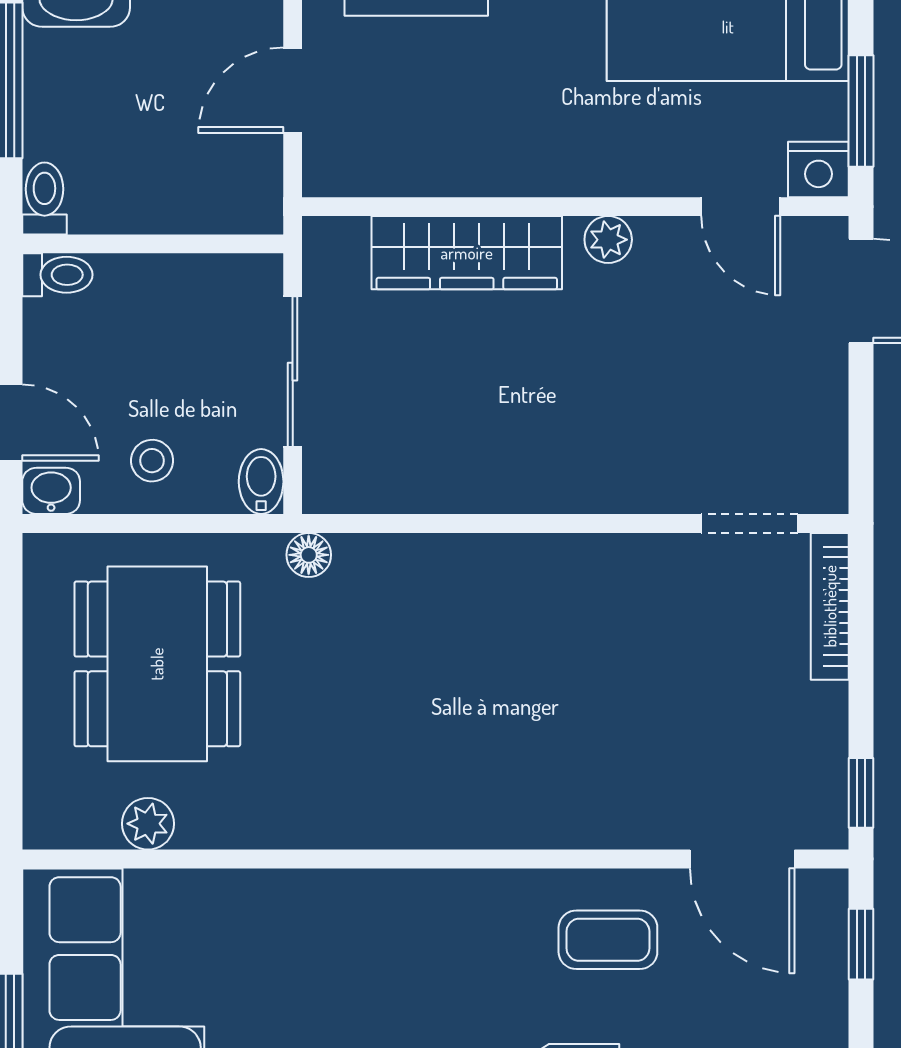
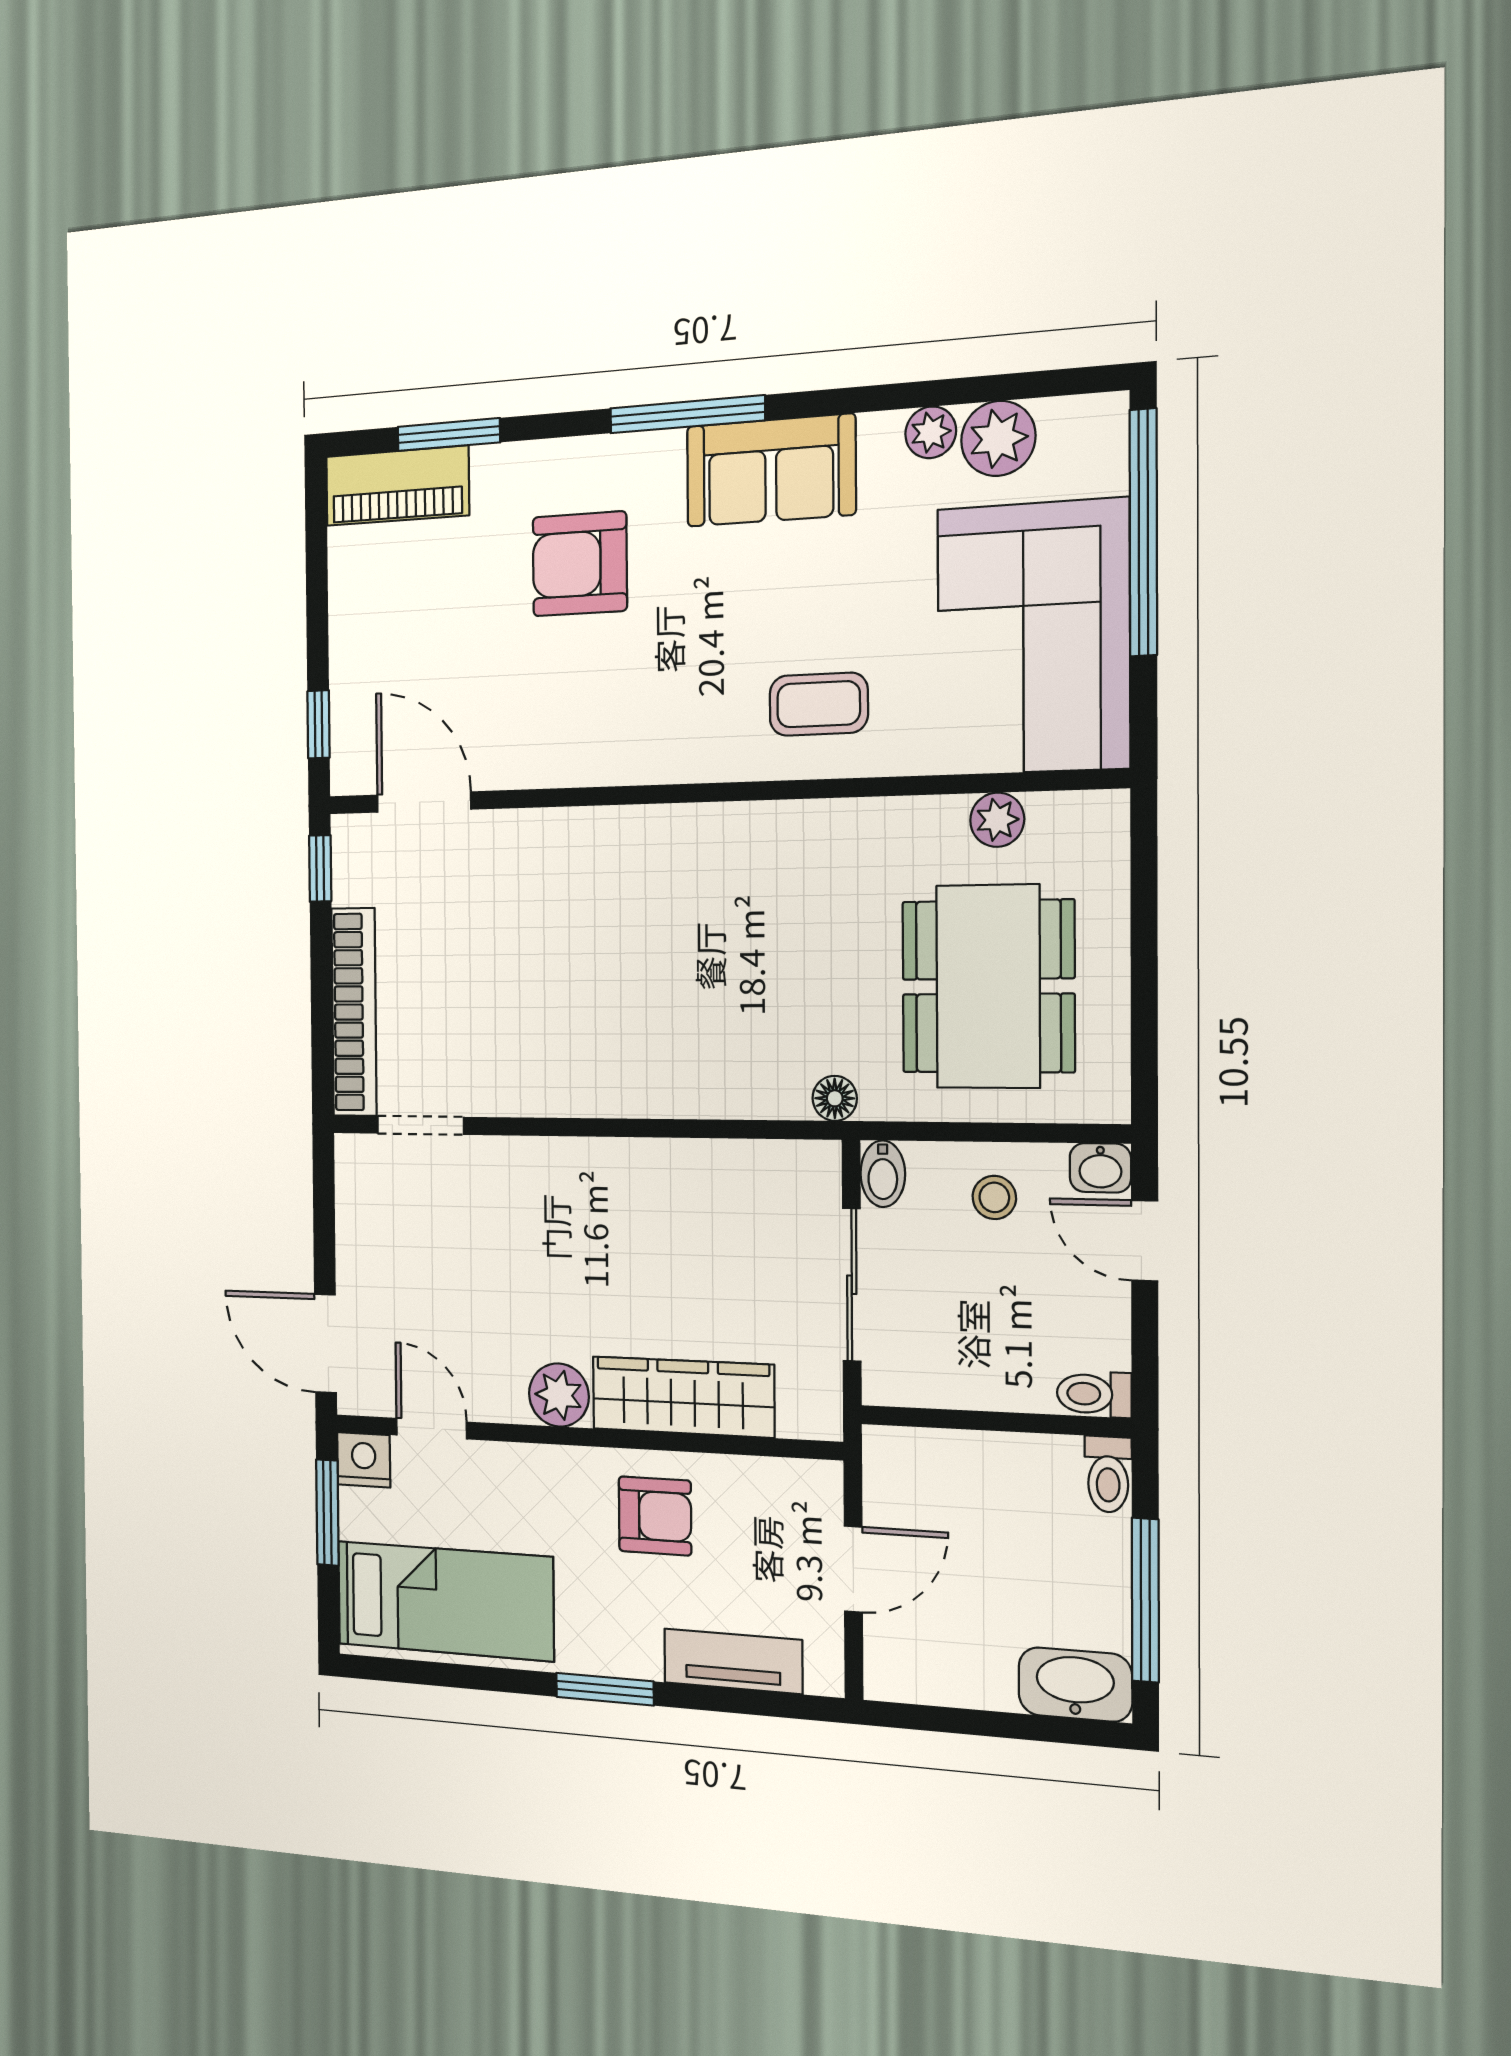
armchair: (497, 130) -> (655, 1516), added
plant: (608, 240) -> (559, 1395), width x1.38, depth x1.38
bookcase: (830, 606) -> (354, 1012), width x1.48, depth x1.31
coffee table: (608, 940) -> (819, 704), moved

